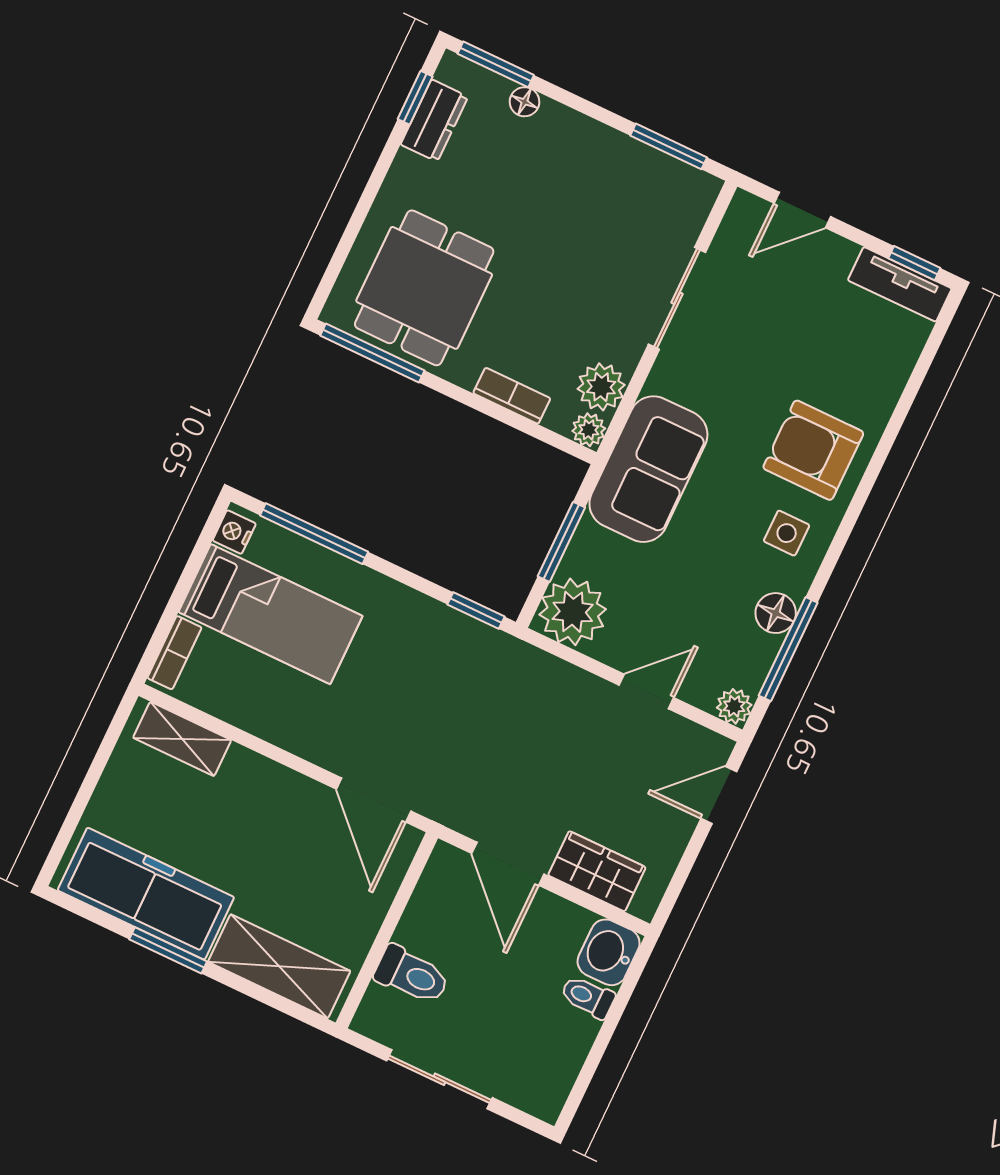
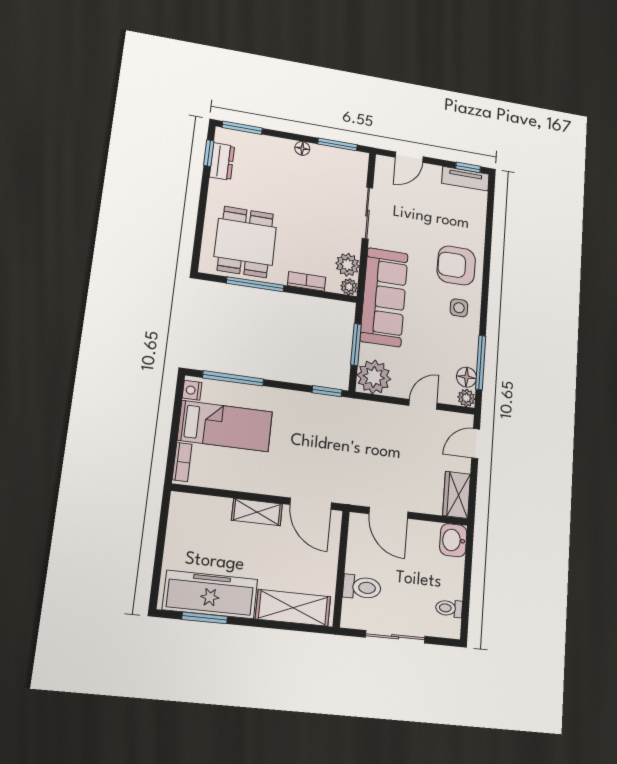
floor lamp: (525, 102) -> (302, 148), moved
window: (372, 353) -> (255, 284), moved
sofa: (648, 469) -> (384, 297), width x1.36
floor lamp: (776, 613) -> (466, 377), moved
shelving: (182, 739) -> (257, 512), moved
wardrobe: (597, 871) -> (457, 495), moved, turned -90
window: (168, 950) -> (205, 618), moved
toilet: (588, 997) -> (449, 608), moved

